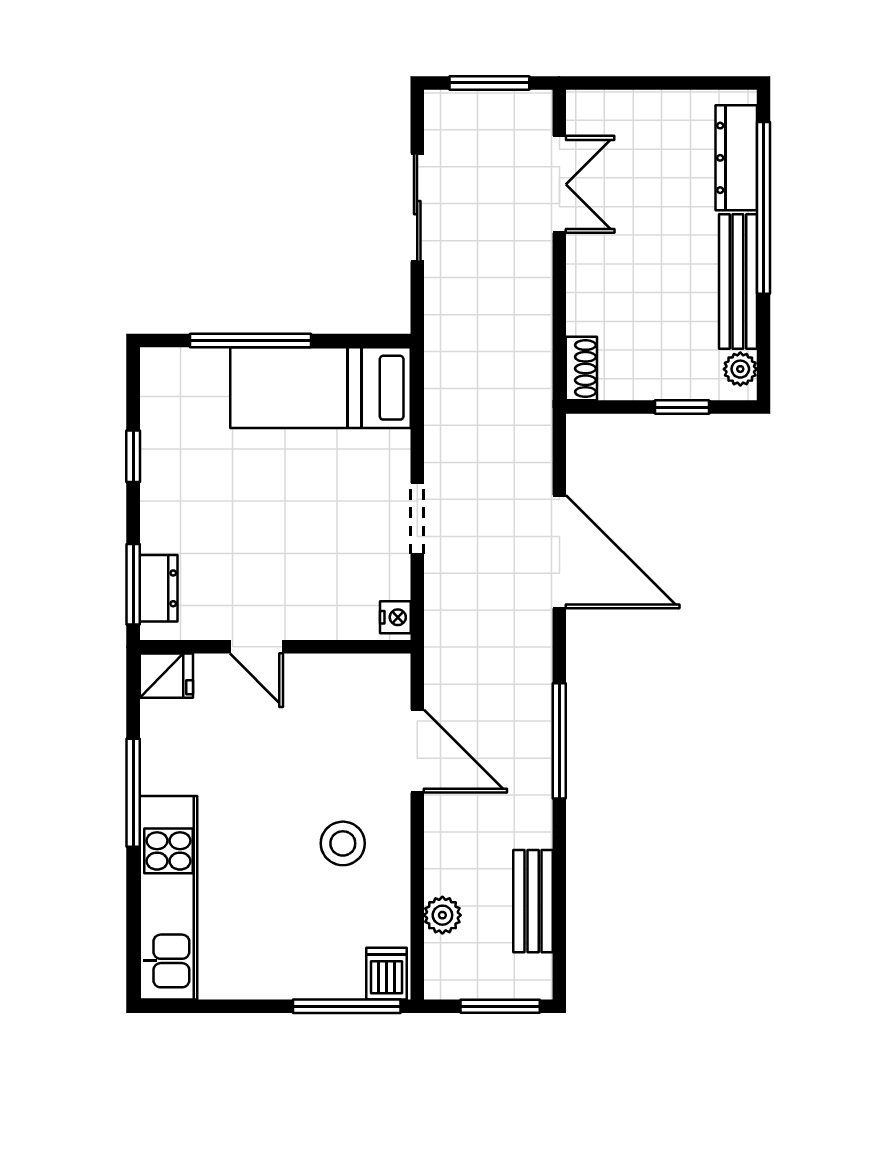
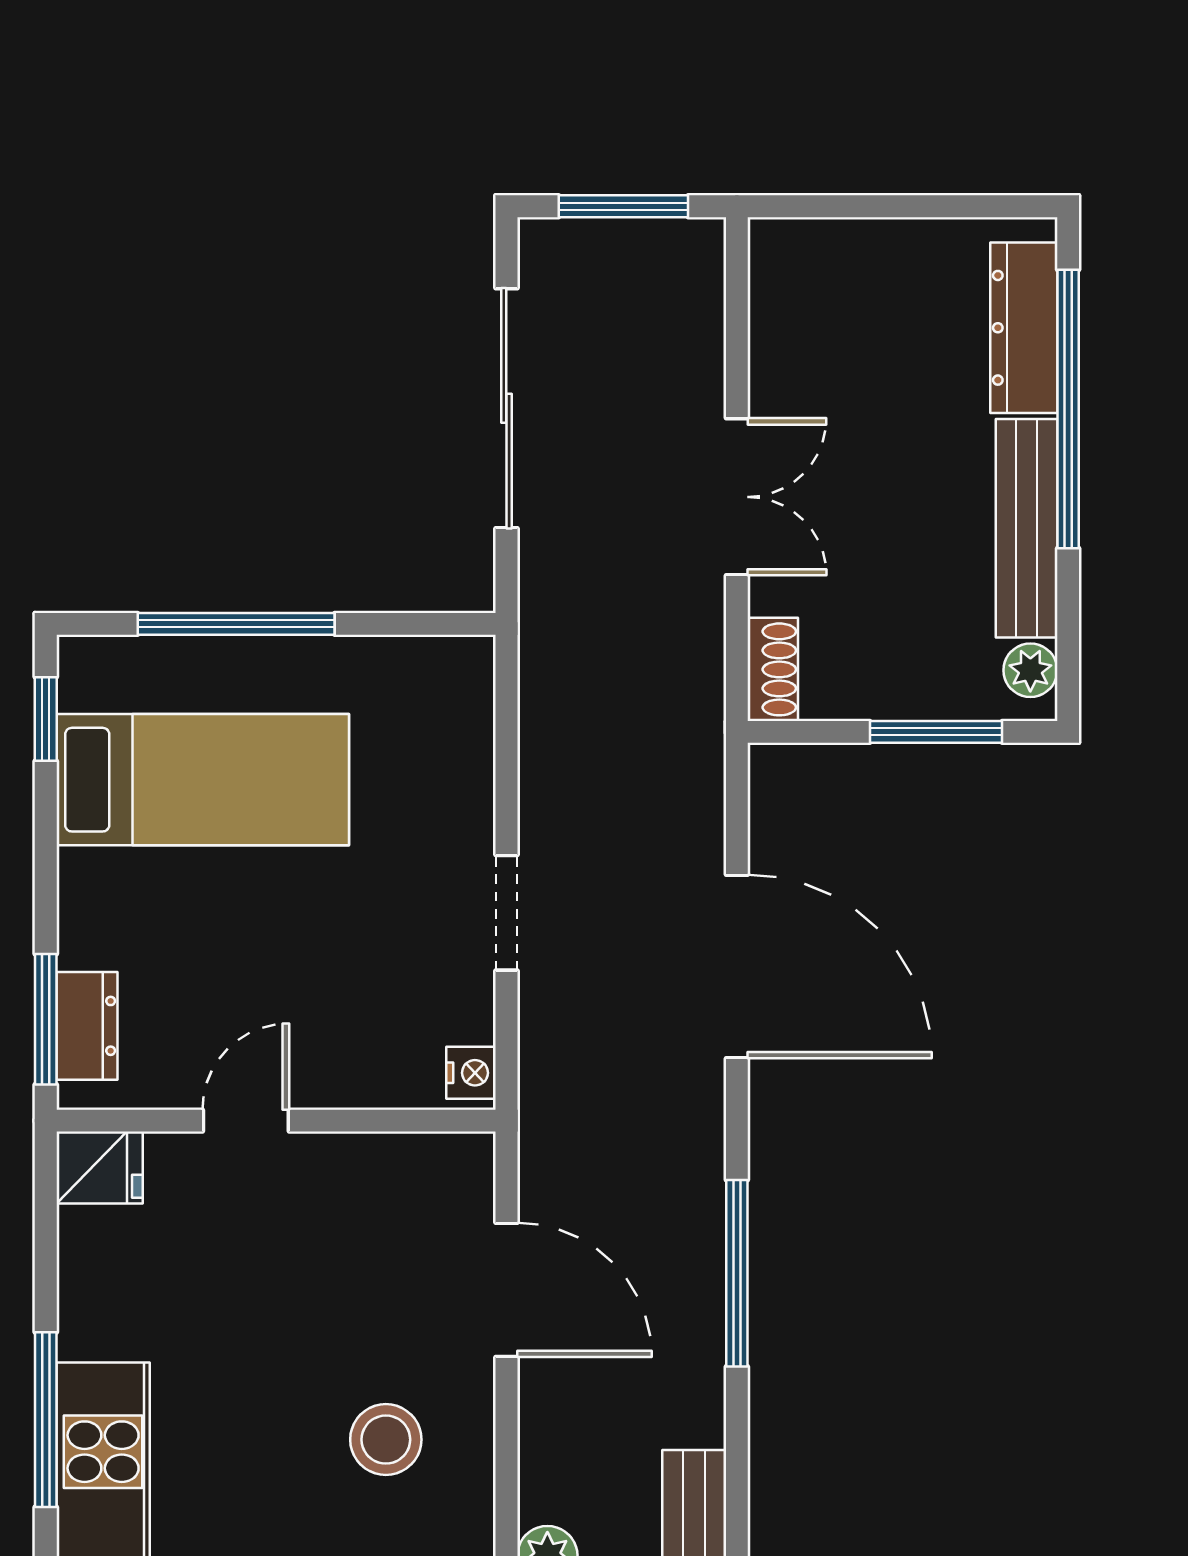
double door: (559, 184) -> (737, 497), moved
sliding door: (417, 208) -> (506, 408), width x1.37
bed: (320, 388) -> (203, 780), moved, turned 180
window: (682, 407) -> (936, 732), width x1.50
window: (133, 456) -> (46, 719), moved
door: (256, 647) -> (246, 1121), swing flipped
window: (133, 793) -> (46, 1420), moved

